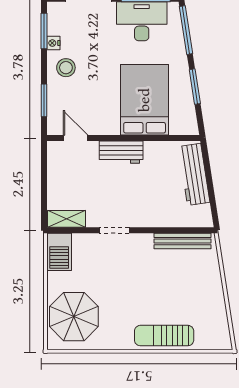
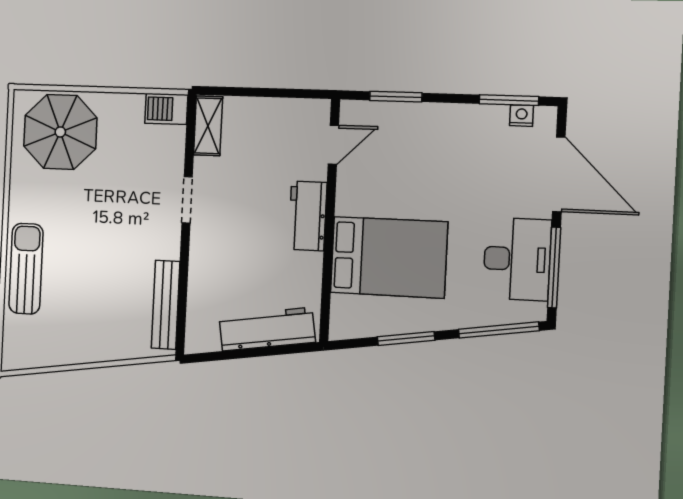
nightstand: (53, 43) -> (522, 116), moved
stool: (66, 68) -> (447, 133), removed
barbecue: (59, 252) -> (166, 109), width x0.73, depth x0.79

